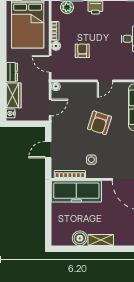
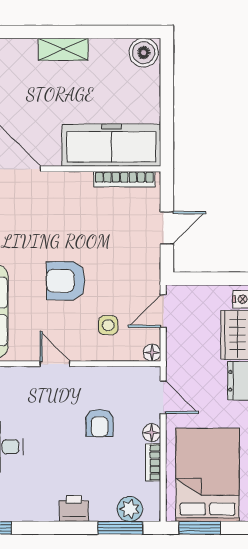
door: (105, 81) -> (55, 364), hinge flipped
armchair: (99, 123) -> (66, 281), turned -108
side table: (91, 160) -> (108, 325), moved
boiler: (80, 238) -> (144, 53), moved

